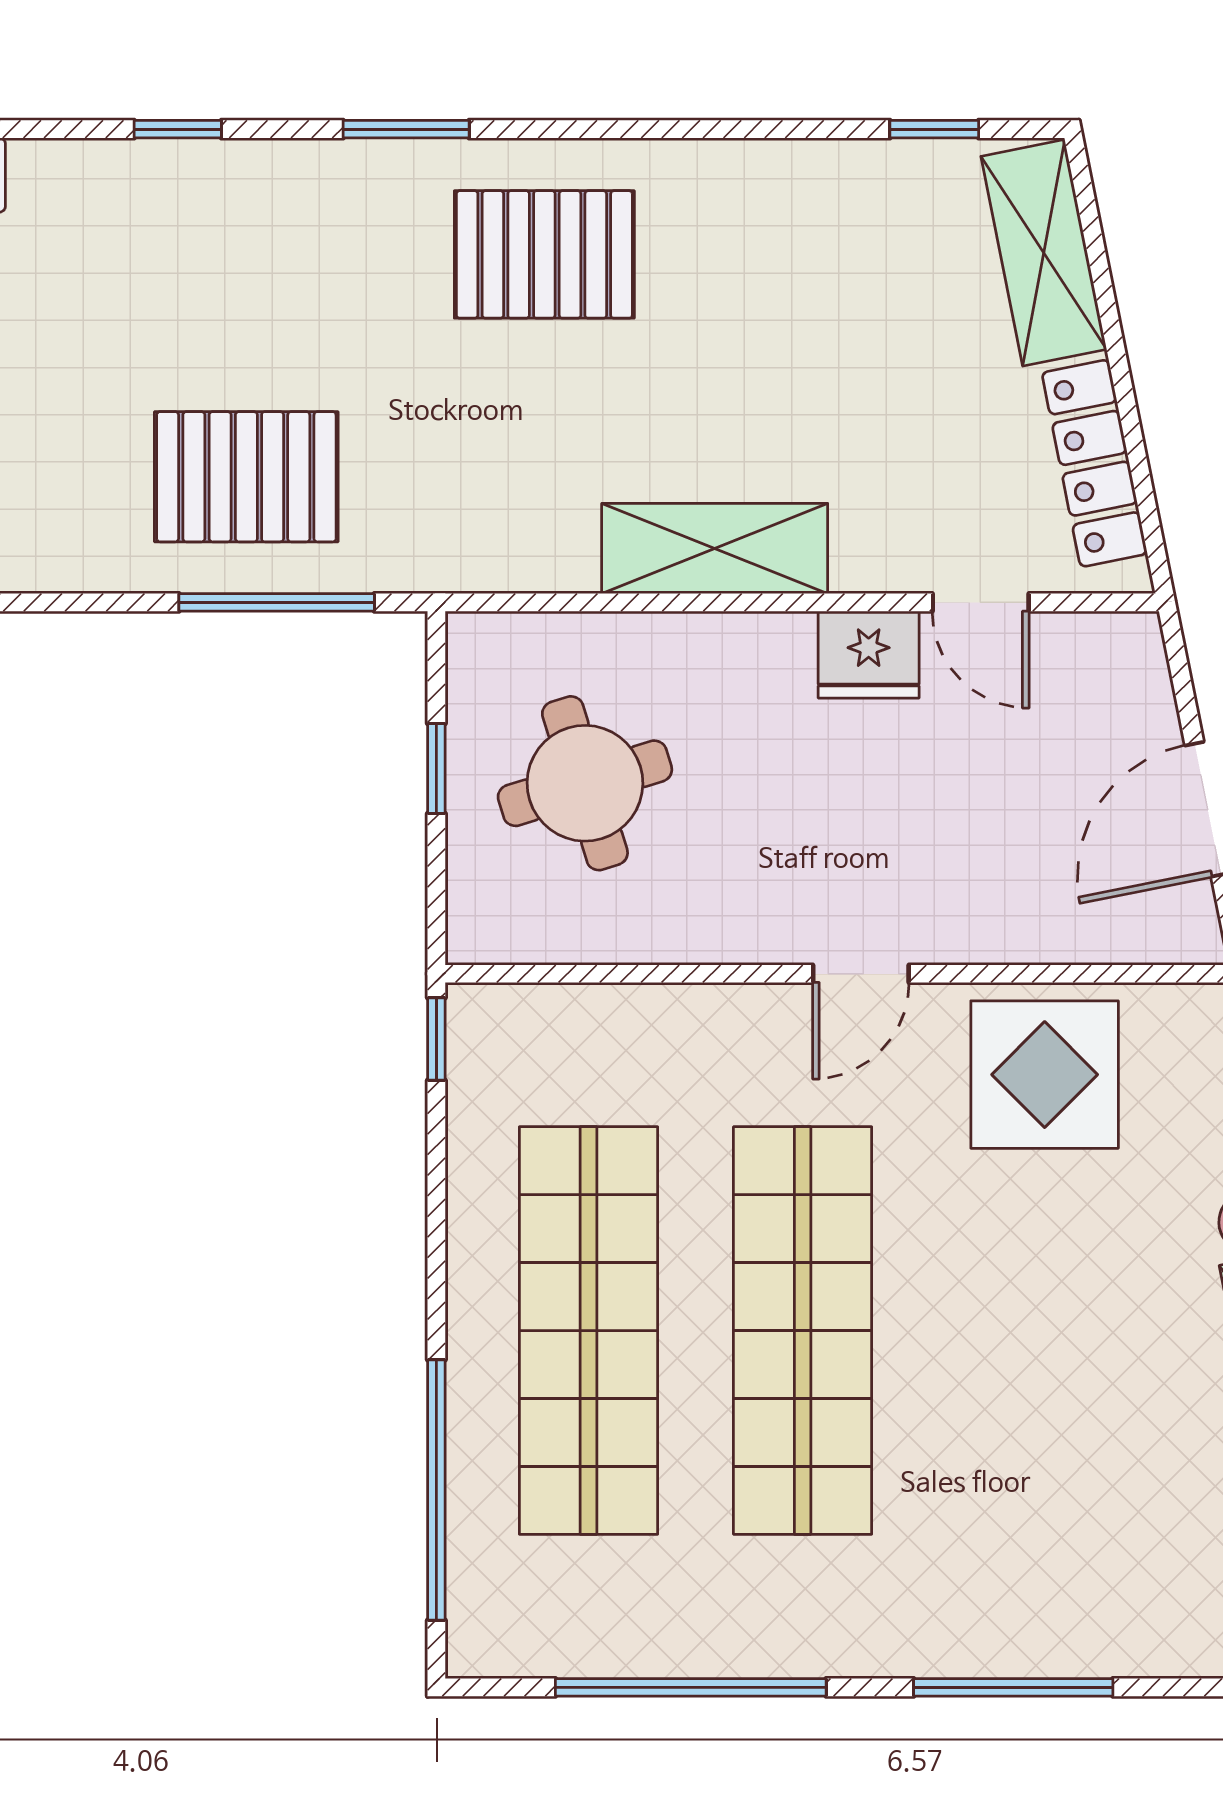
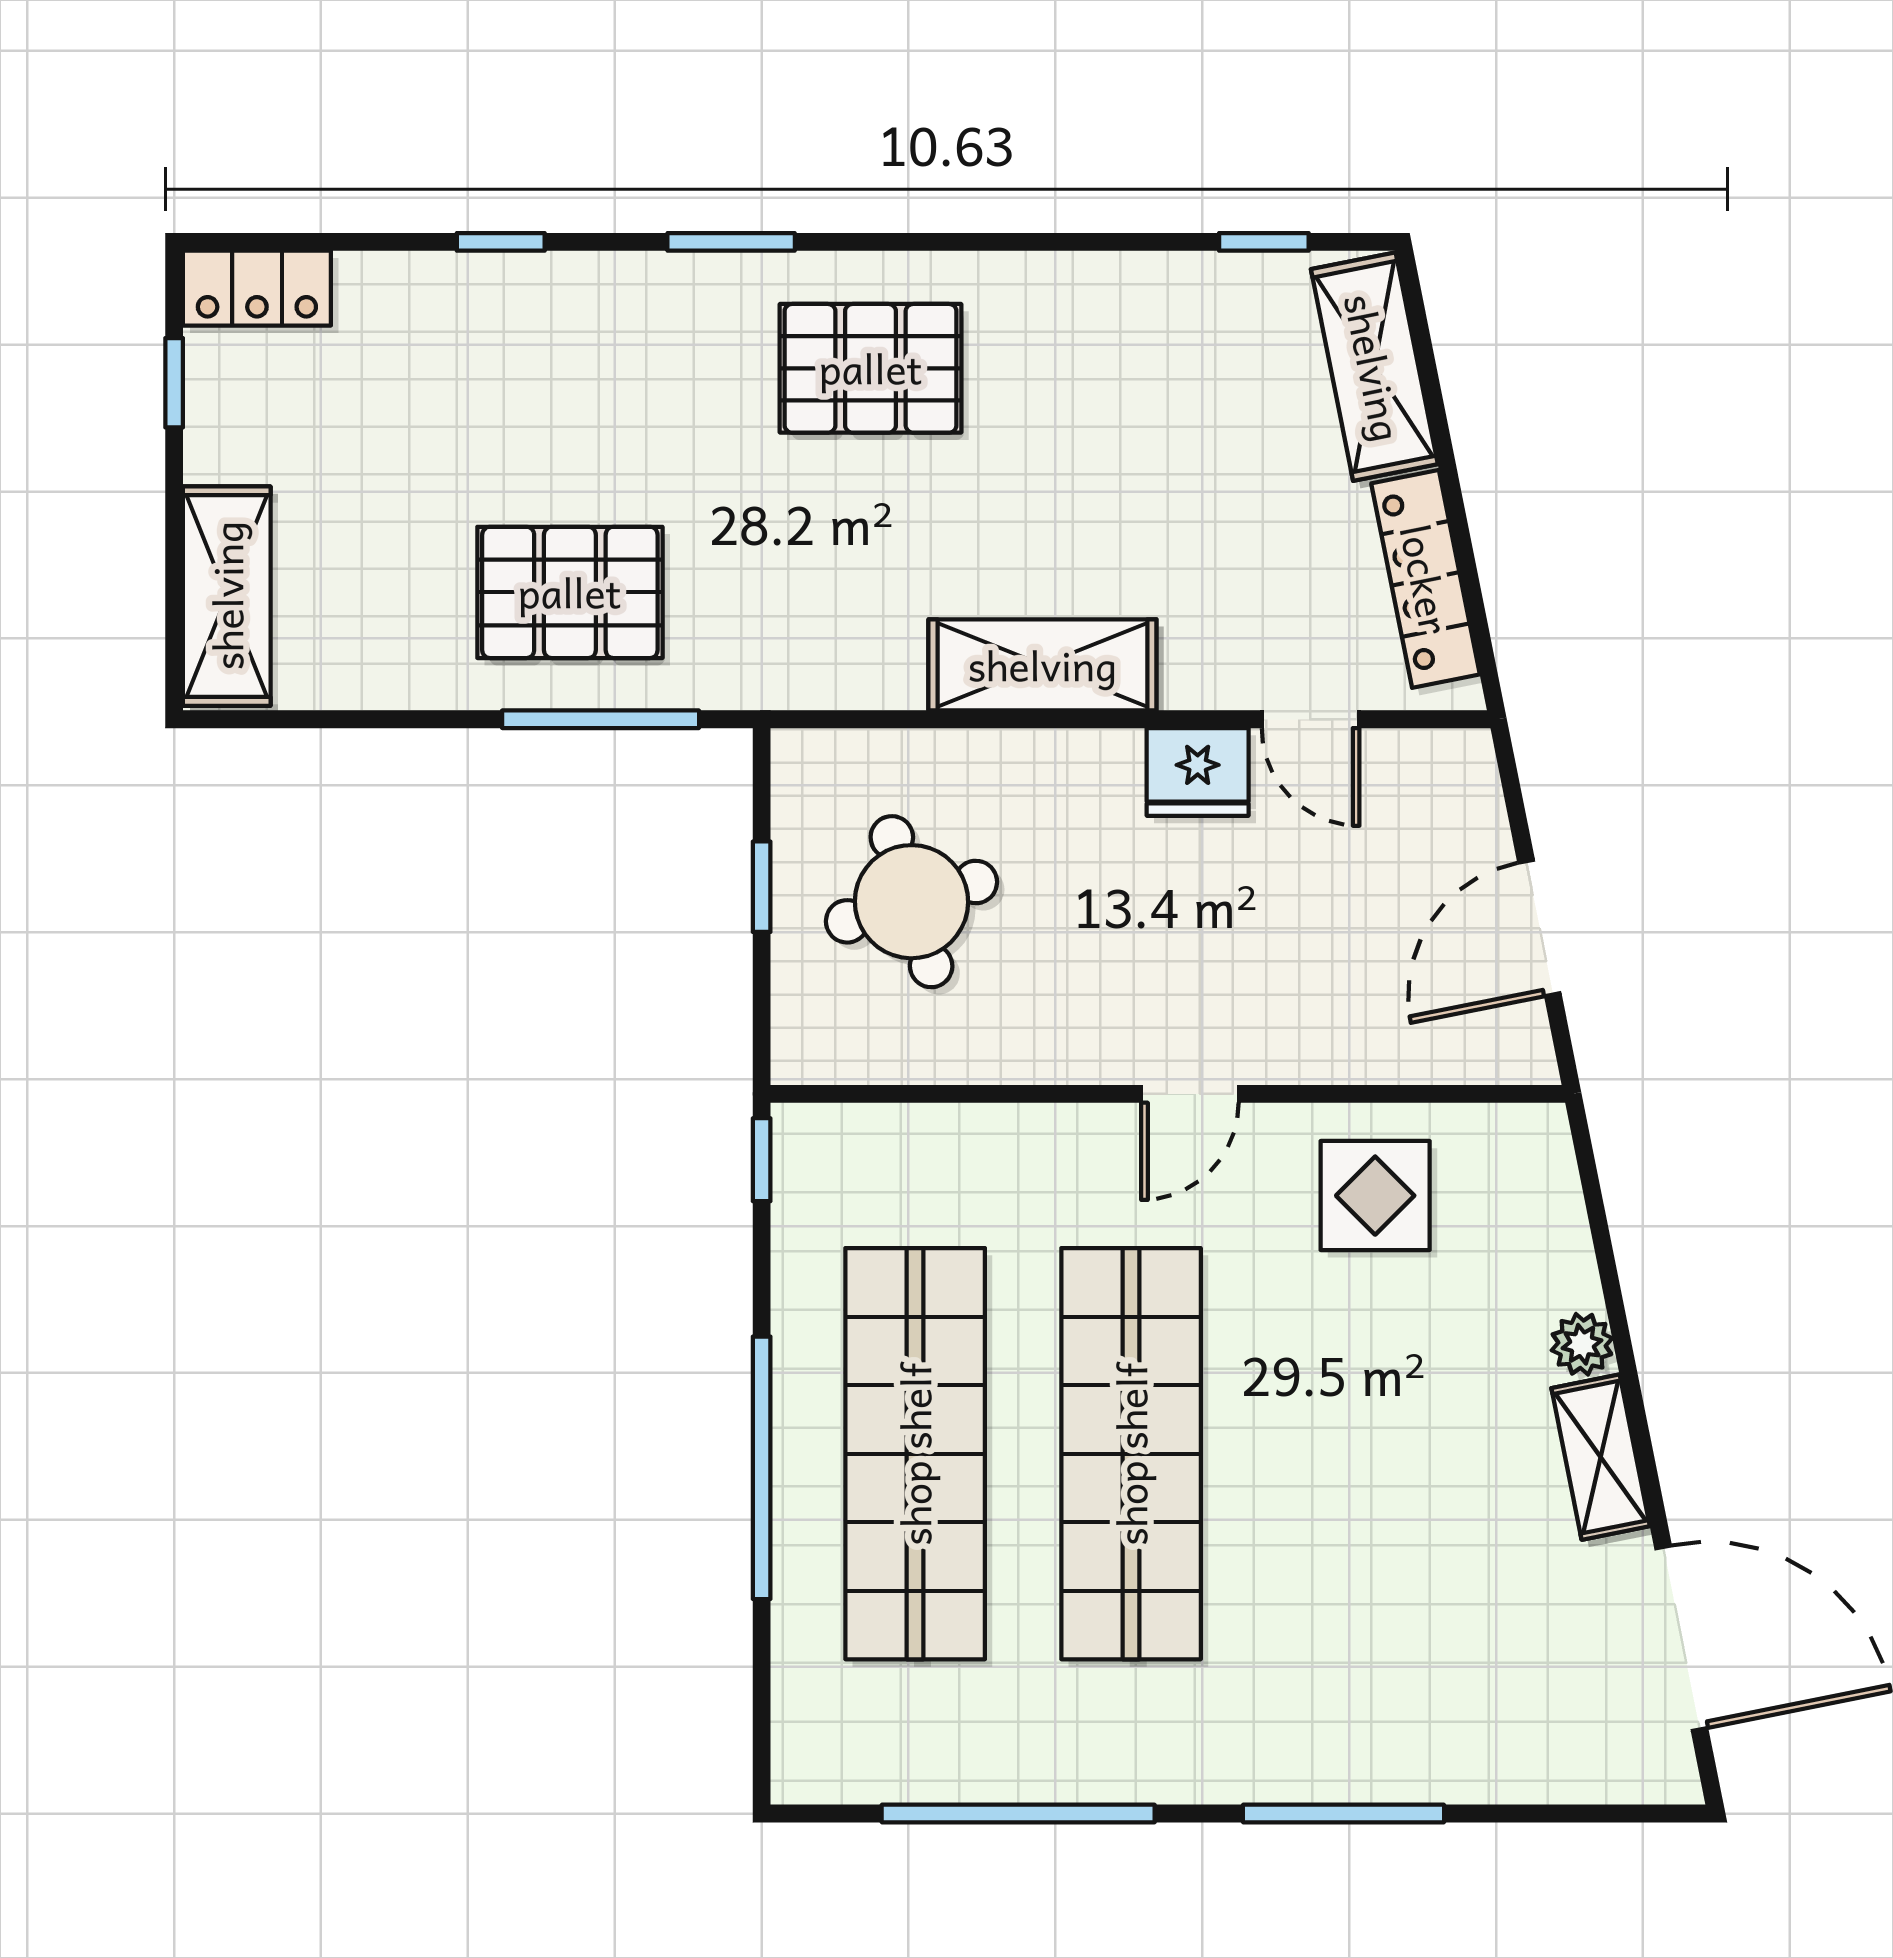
display table: (1045, 1075) -> (1375, 1196), width x0.73, depth x0.73
window: (436, 1490) -> (762, 1468), moved

